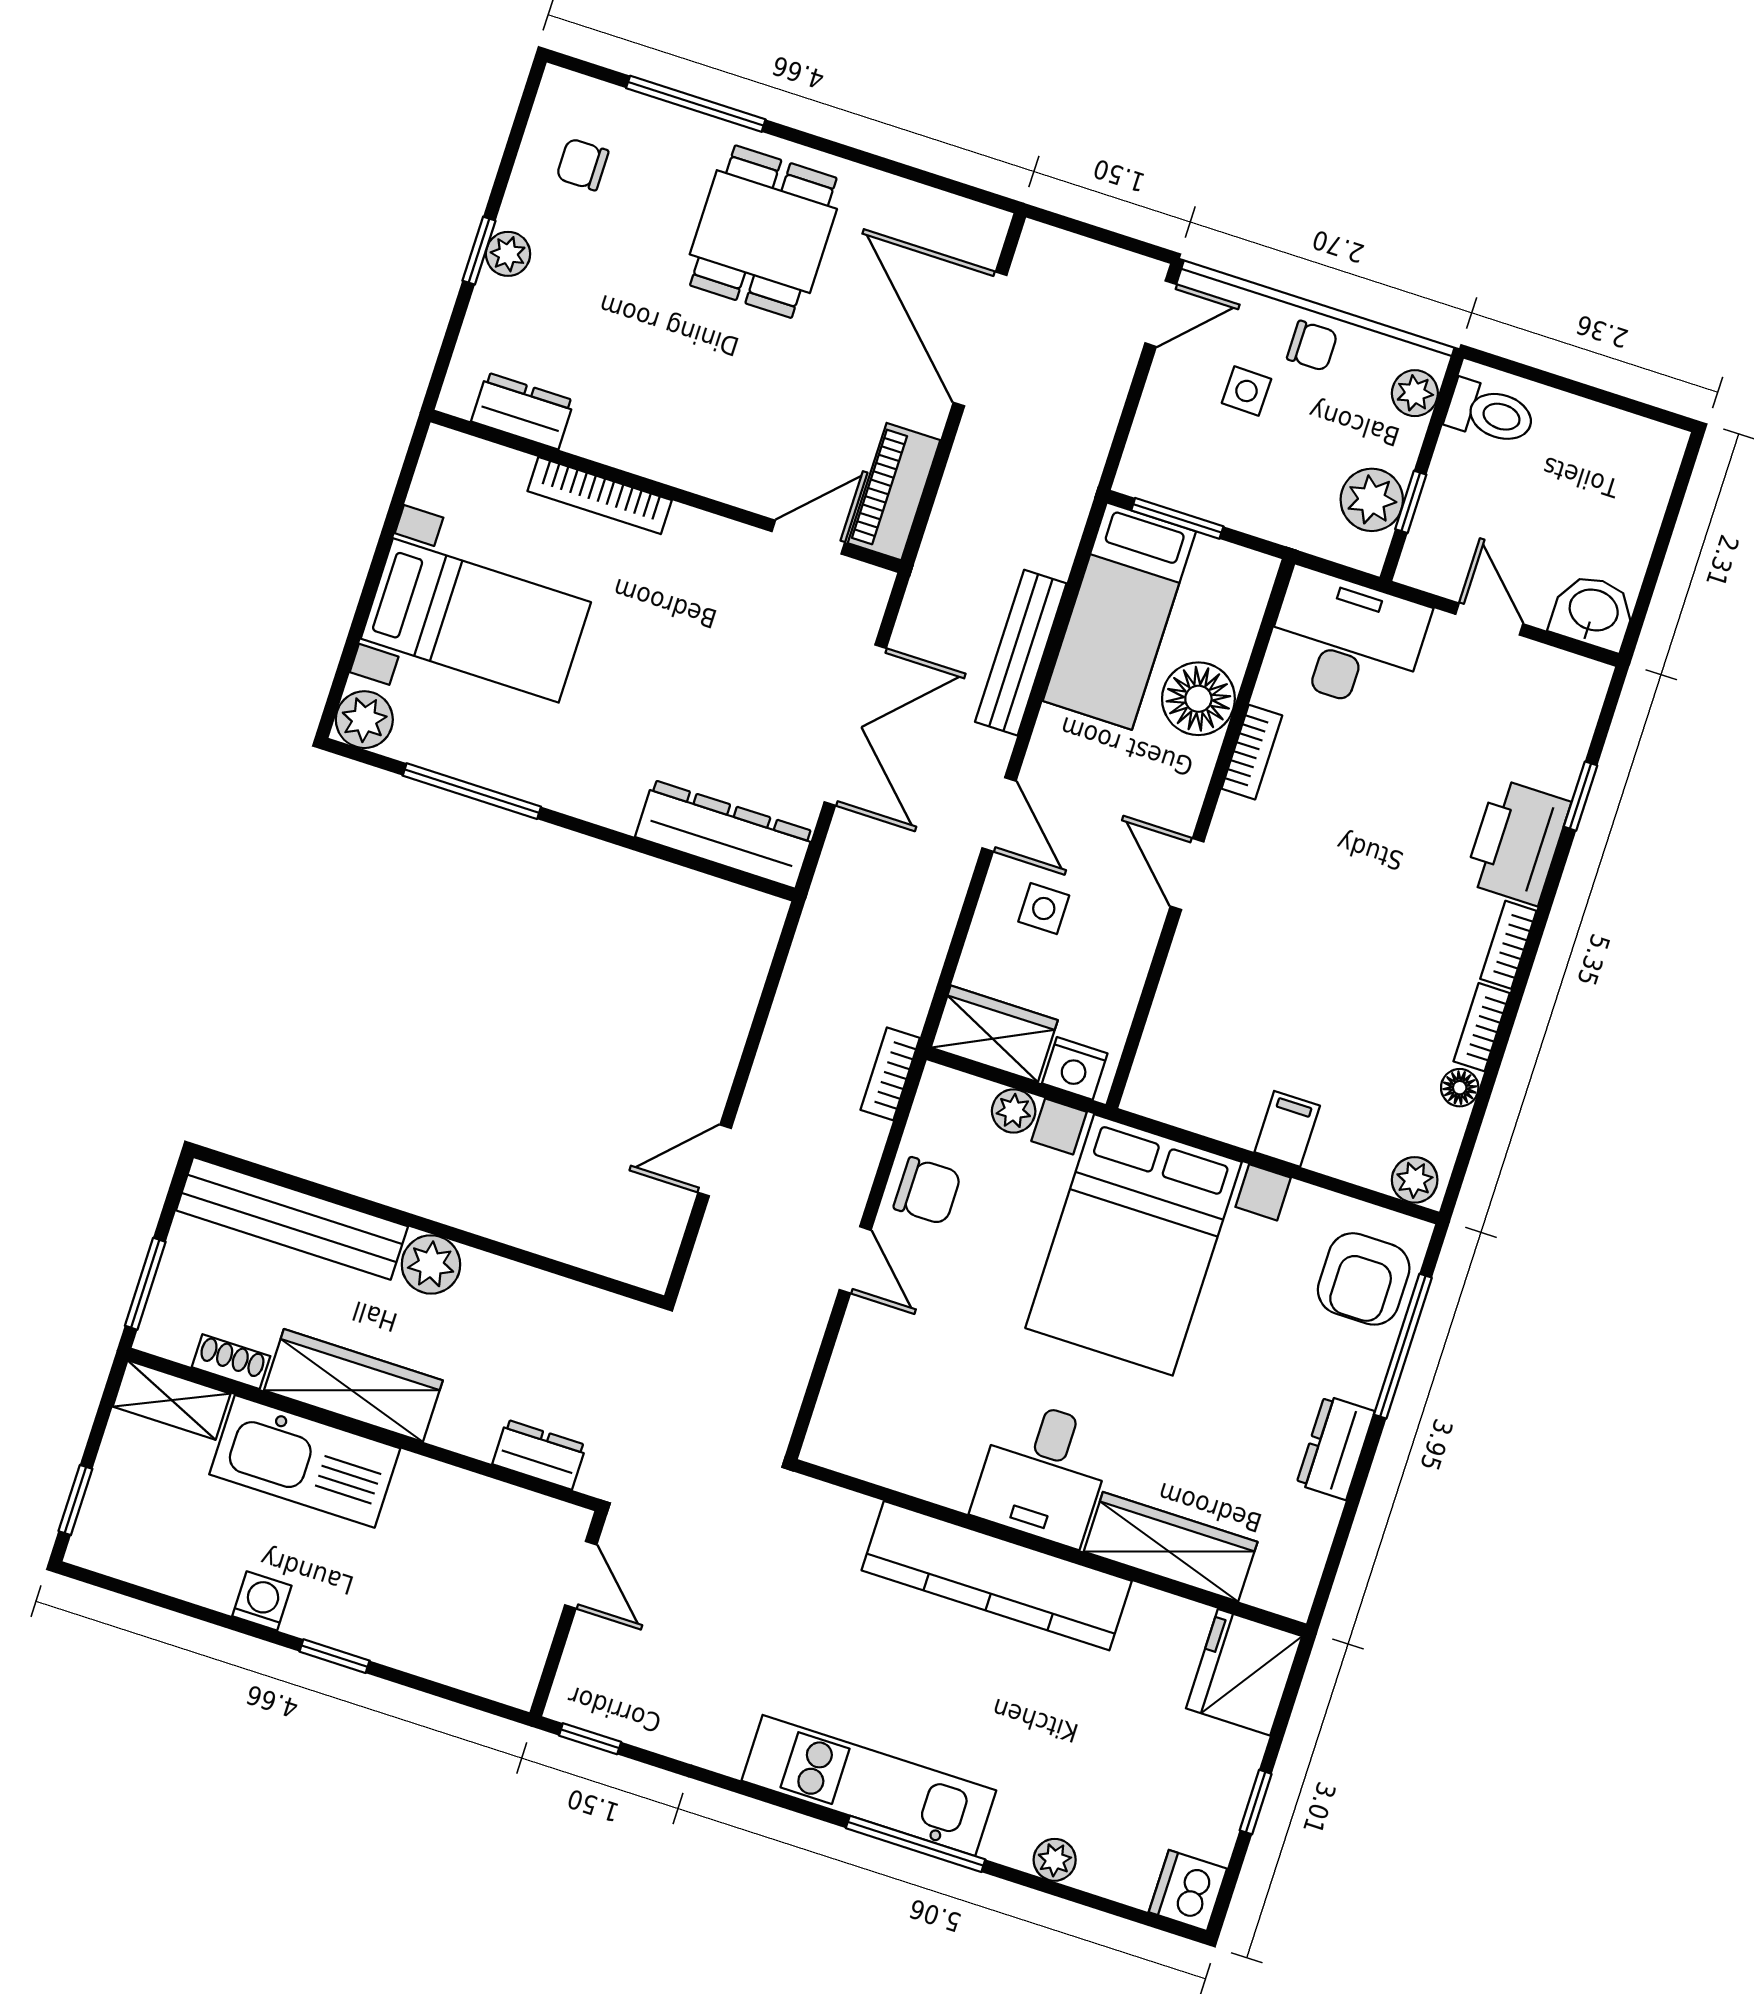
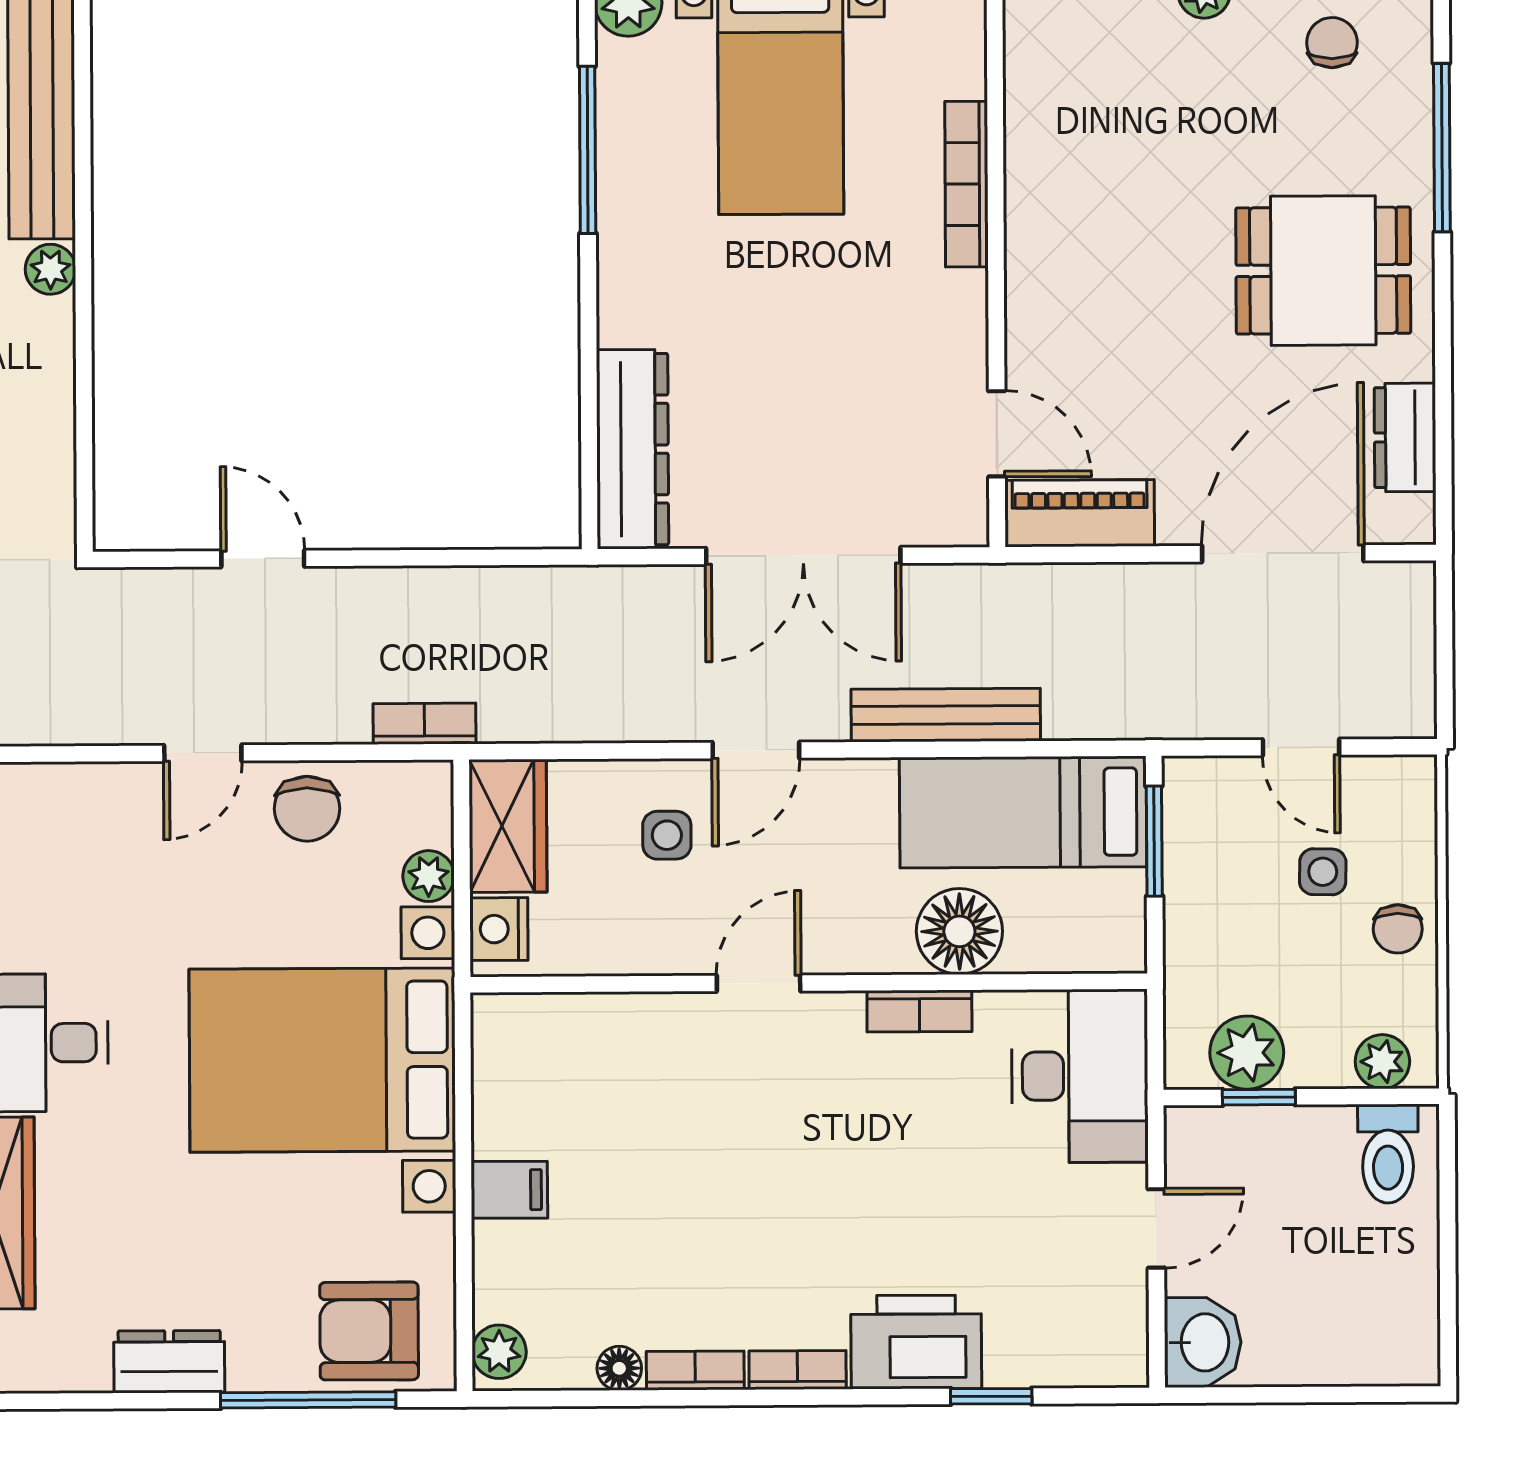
door: (1161, 314) -> (1301, 747), moved
dresser: (523, 411) -> (1405, 437), moved, turned 180
plant: (431, 1264) -> (50, 269), width x0.73, depth x0.73

